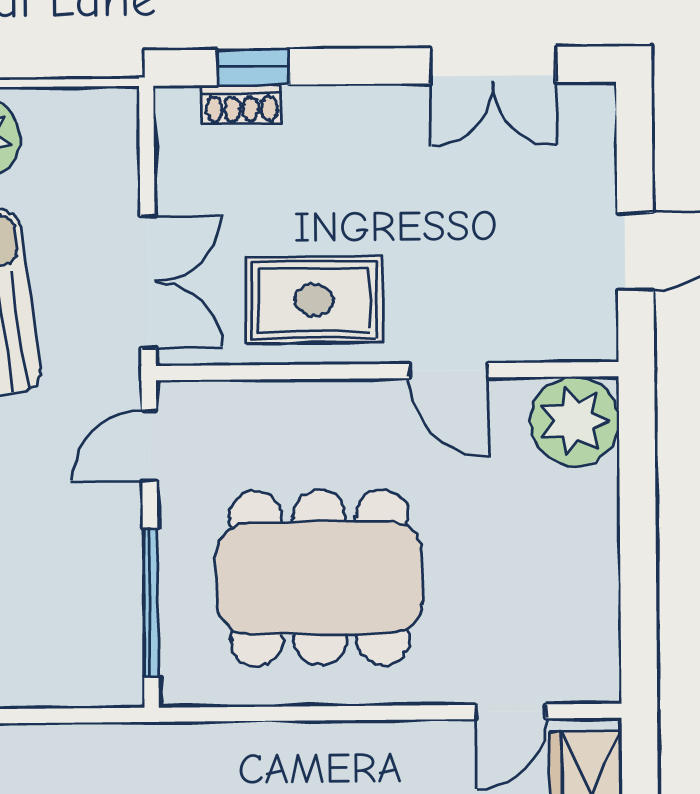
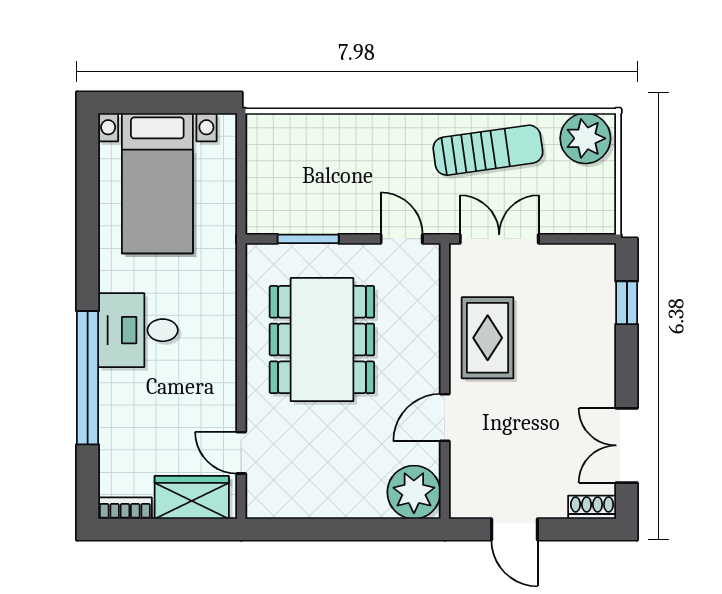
shoe rack: (242, 105) -> (592, 507), moved, turned 90
double door: (148, 282) -> (499, 239), swing flipped
window: (151, 602) -> (308, 239), width x0.69

